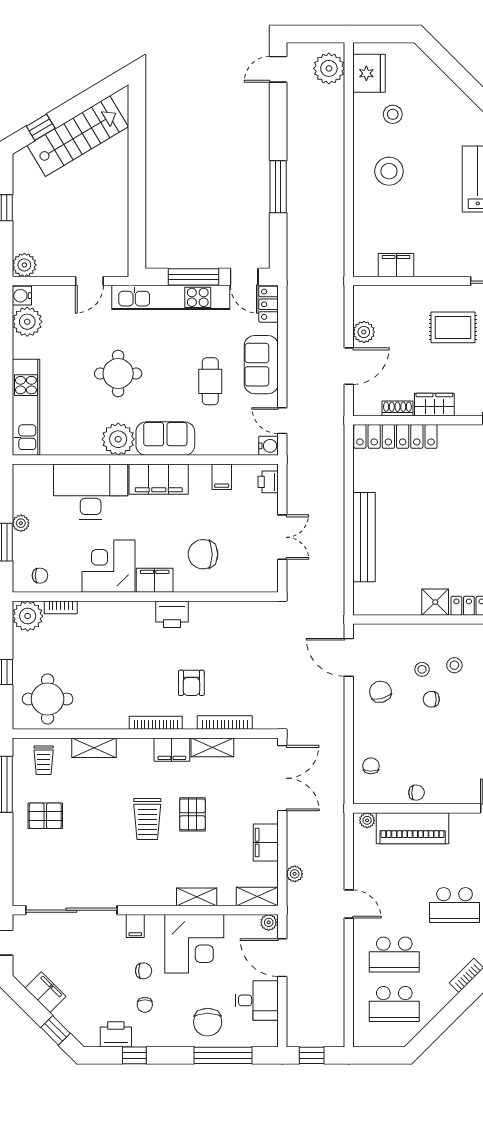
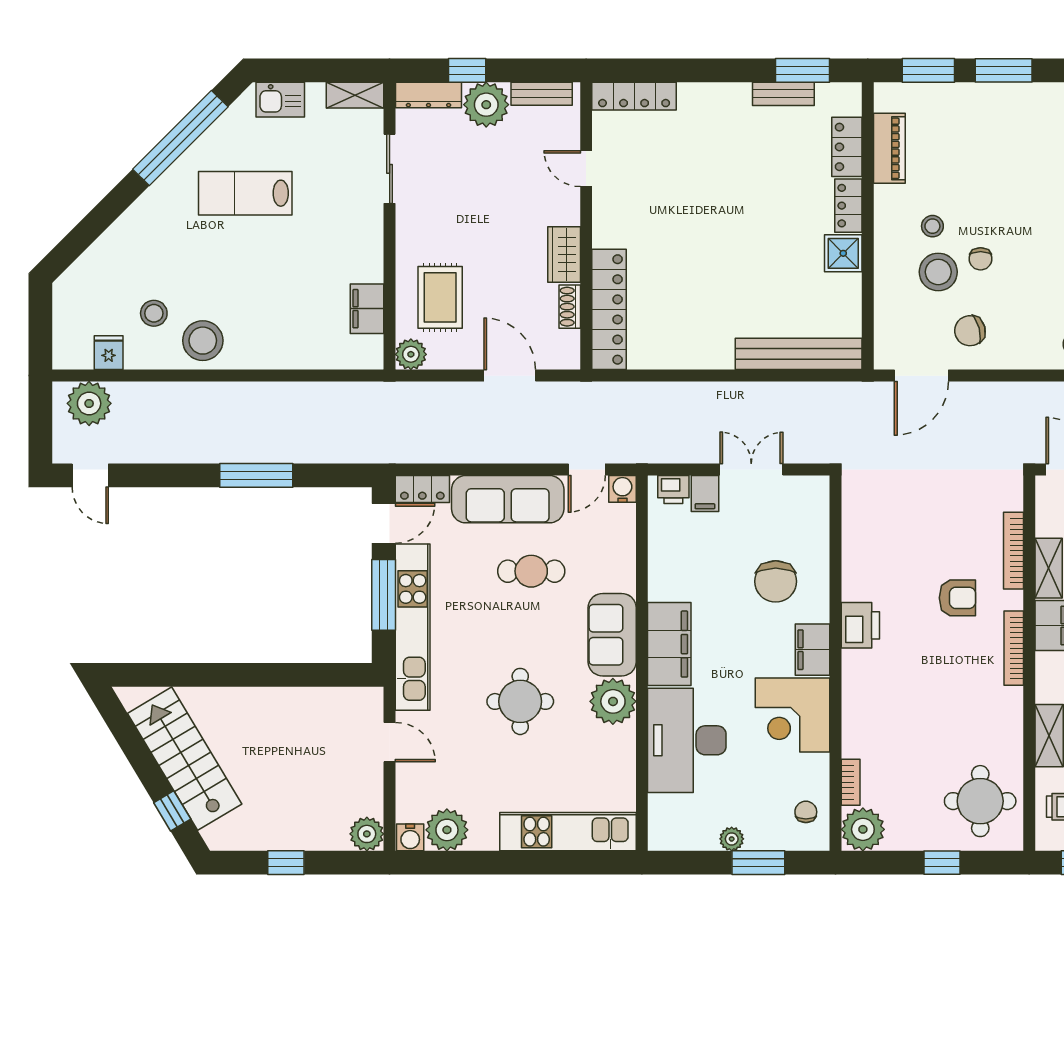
fridge: (369, 73) -> (109, 353), width x0.53, depth x0.75
stool: (389, 171) -> (203, 341), moved
rug: (453, 327) -> (440, 297), moved
plant: (364, 332) -> (411, 354), moved
sofa: (261, 365) -> (508, 499), width x1.36
filing cabinet: (222, 477) -> (705, 494), moved, turned 90
bench: (364, 537) -> (799, 354), moved
stool: (422, 669) -> (938, 272), width x1.89, depth x1.89

